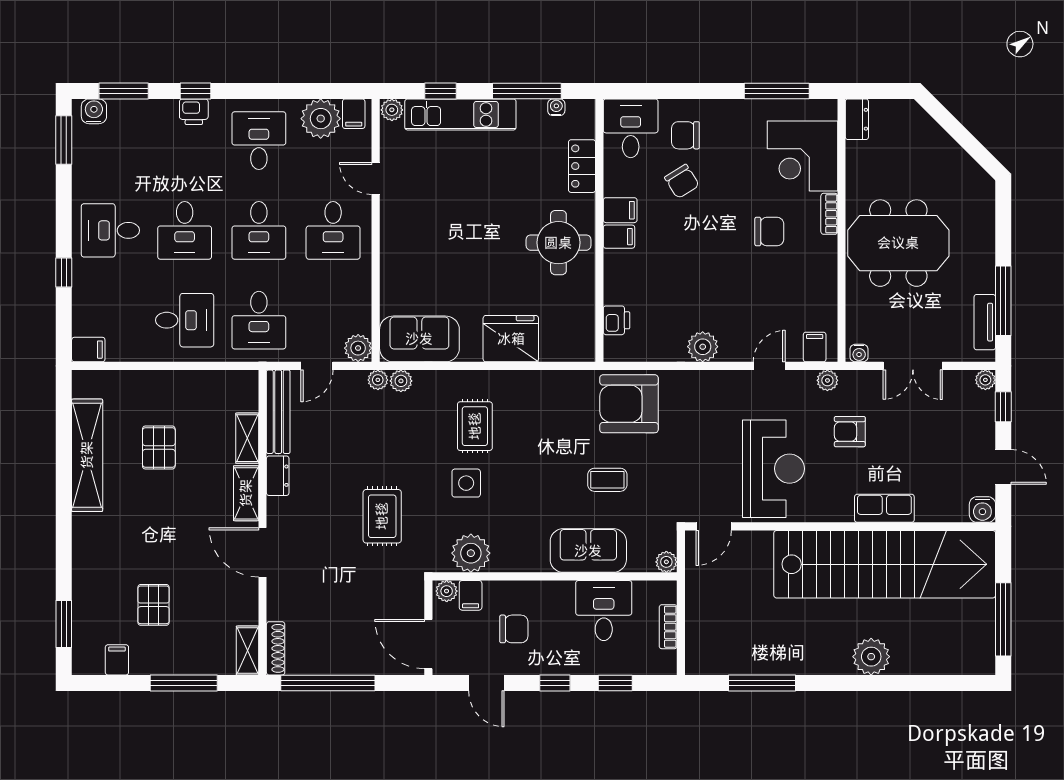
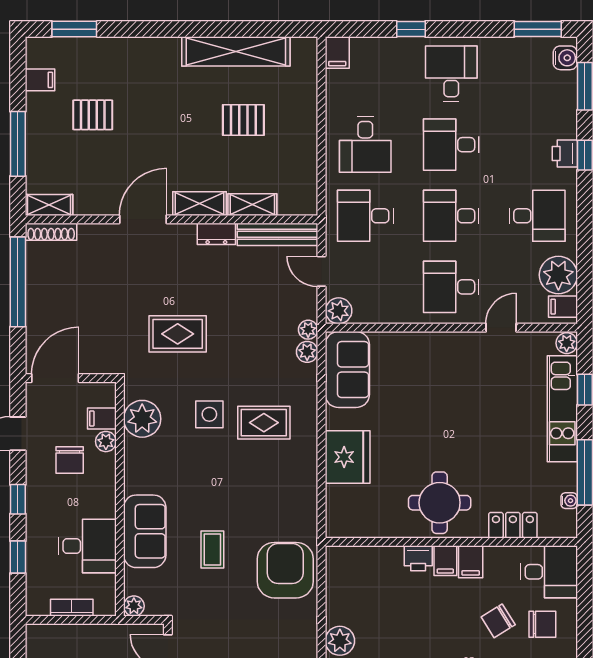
chair: (685, 135) -> (542, 624), turned 90
printer: (616, 320) -> (418, 558), moved
plant: (447, 591) -> (106, 442), moved

